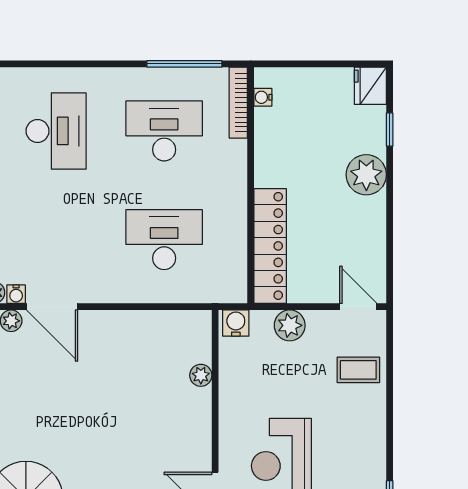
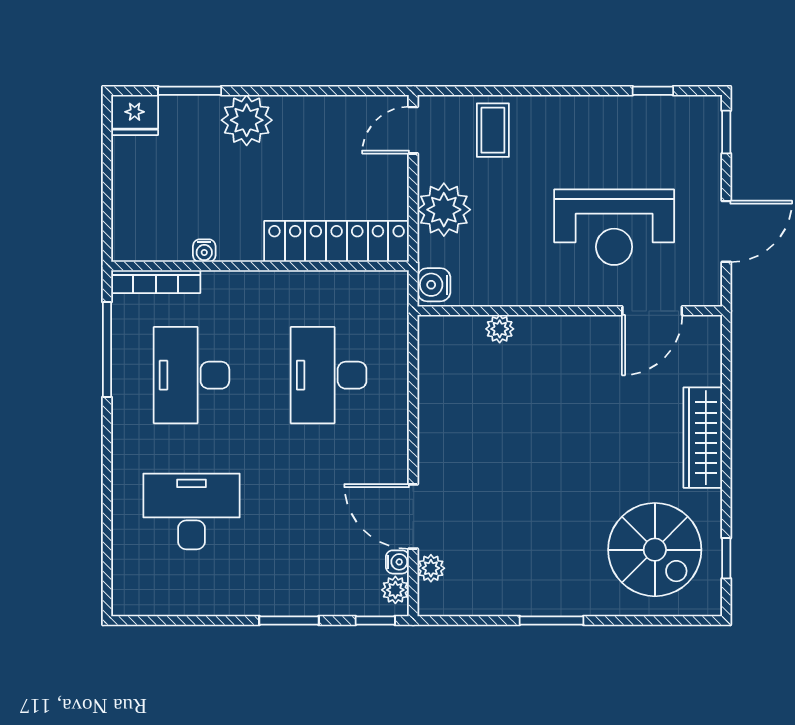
water cooler: (263, 97) -> (204, 251), moved
window: (390, 130) -> (190, 91), width x1.50
door: (52, 307) -> (413, 516), swing flipped
plant: (290, 325) -> (444, 210), width x1.36, depth x1.36

